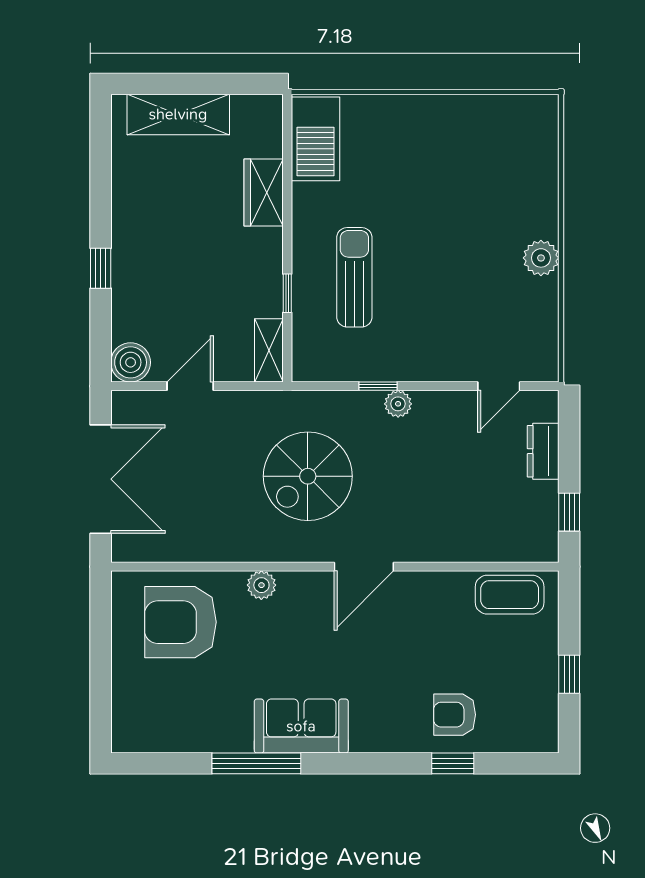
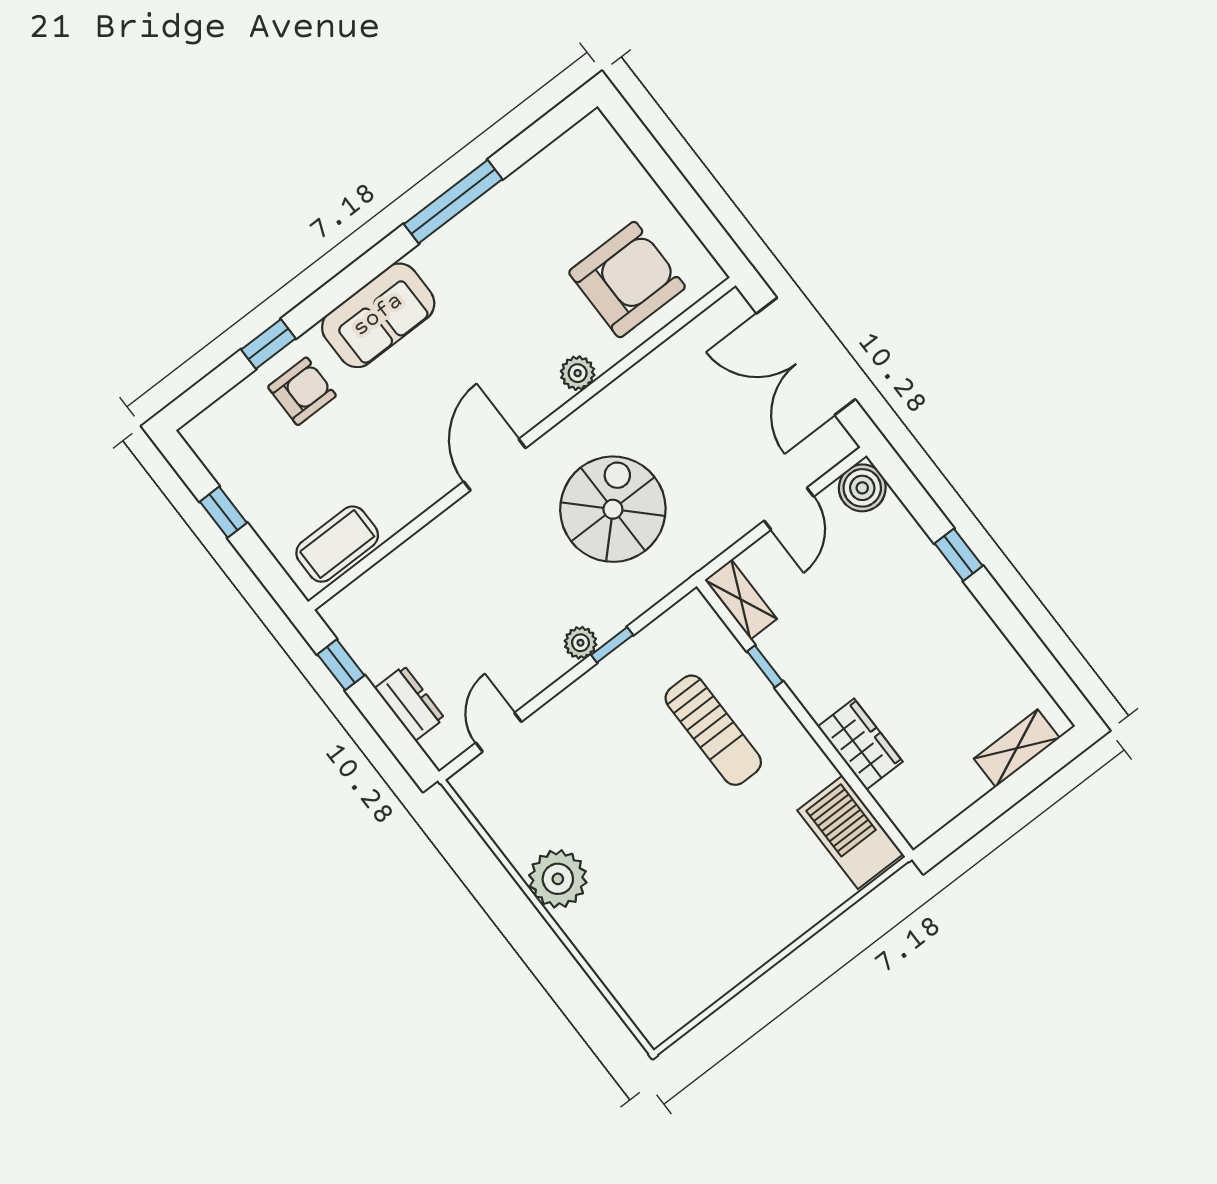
shelving: (178, 114) -> (1017, 748), width x0.67, depth x0.75
plant: (541, 258) -> (558, 879), width x1.36, depth x1.36
sofa: (301, 726) -> (378, 315), moved

